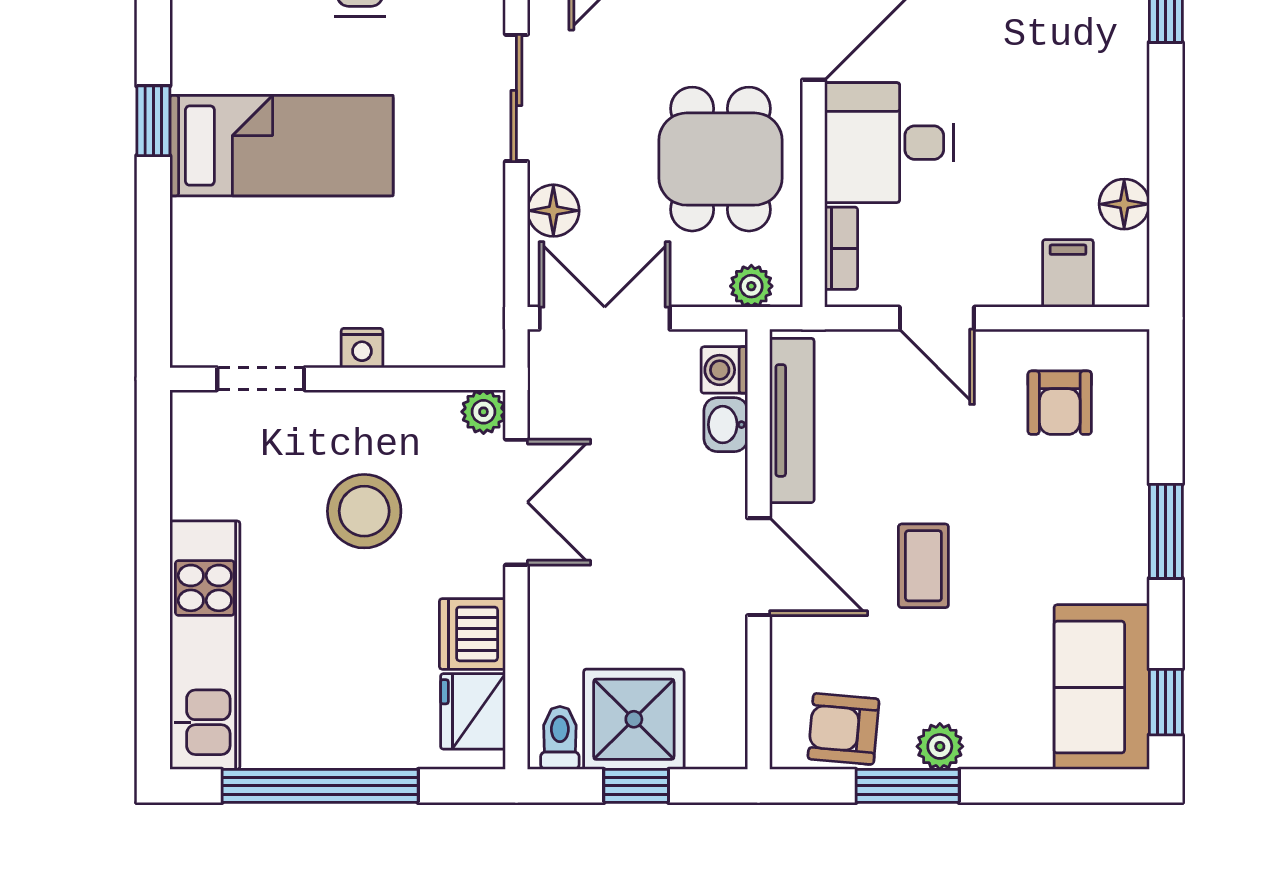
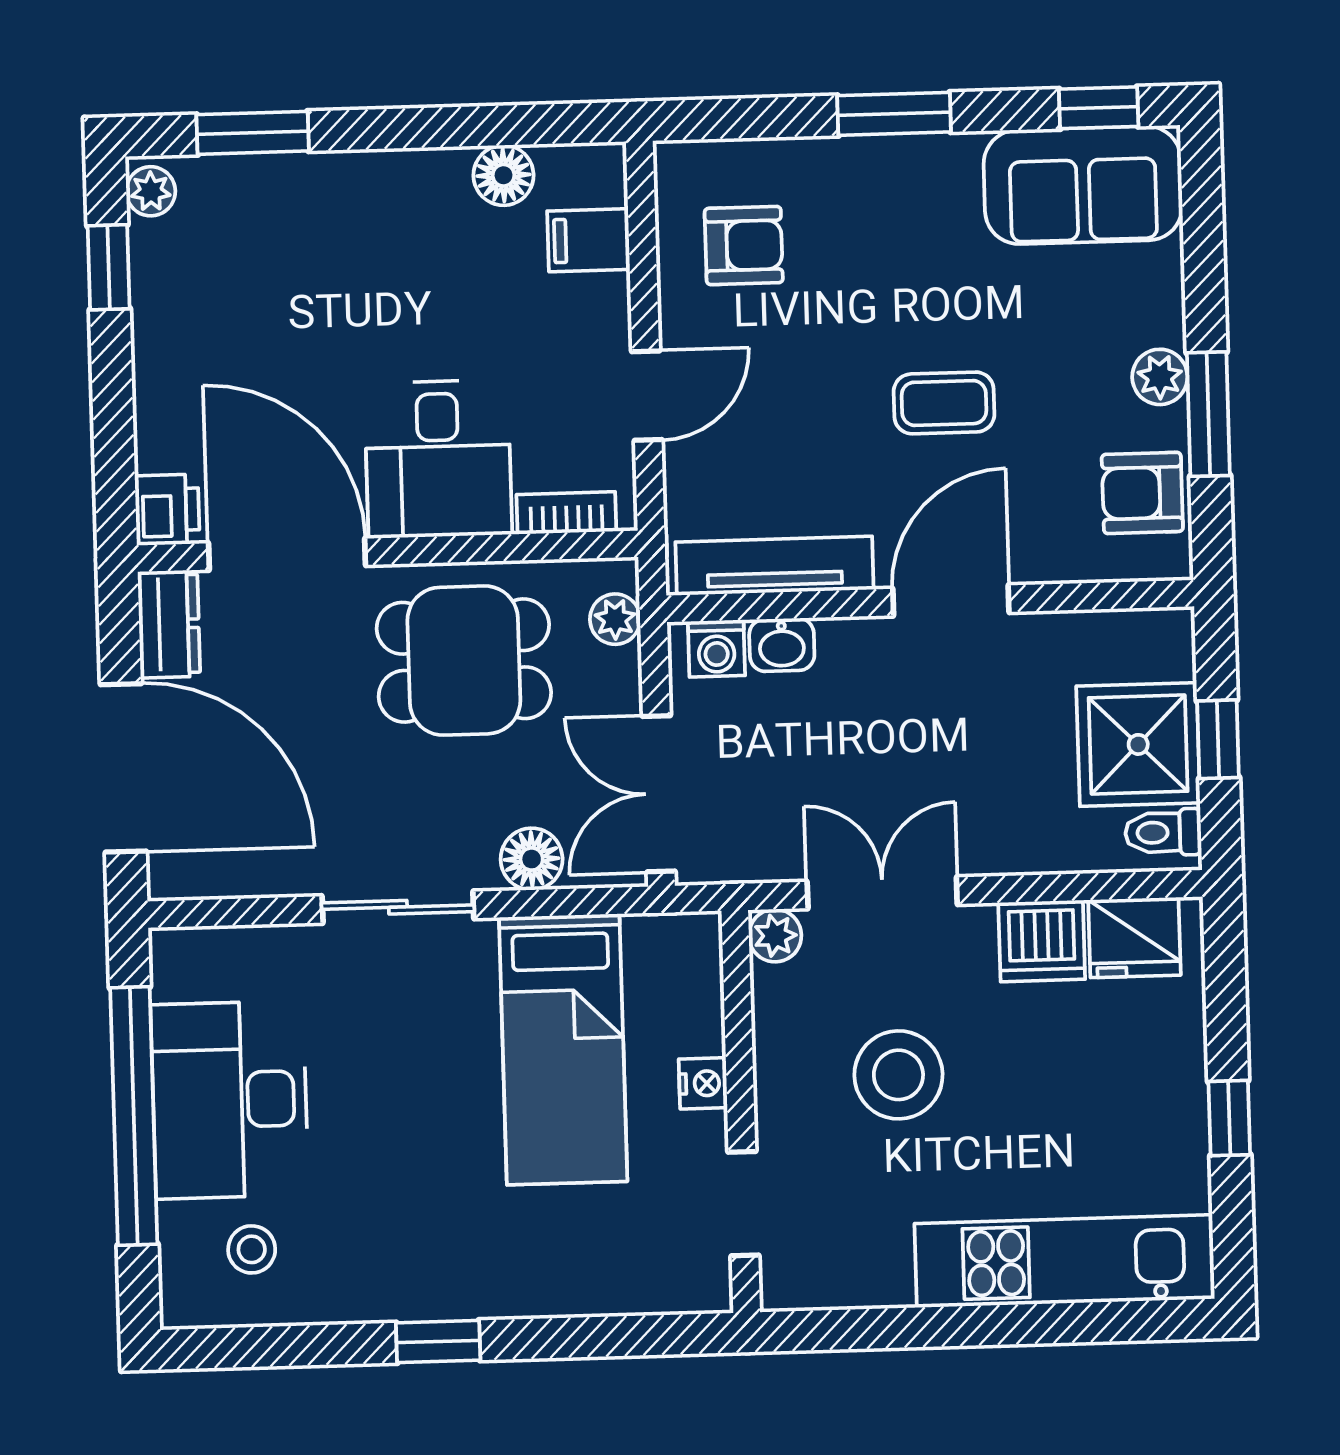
bed: (281, 146) -> (563, 1049), moved, turned 180
armchair: (843, 729) -> (1142, 493), turned 85
window: (320, 786) -> (1229, 1118), width x0.32

